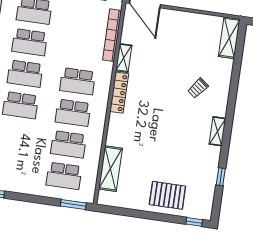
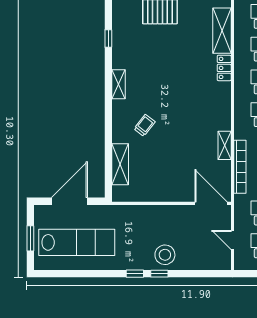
shelving: (229, 38) -> (120, 164), moved
locker: (119, 93) -> (224, 68), moved, width x0.66

